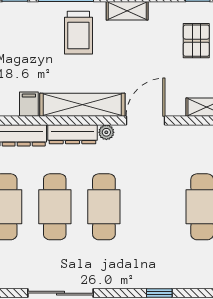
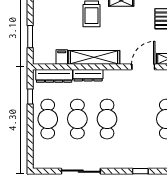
door: (146, 121) -> (143, 67), moved
plant: (106, 132) -> (108, 74), removed

